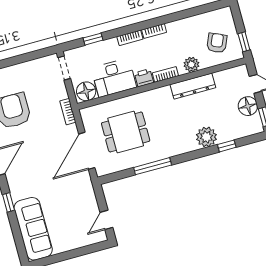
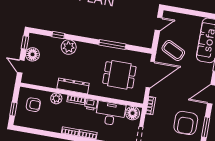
window: (244, 42) -> (13, 109), moved
armchair: (217, 43) -> (33, 105), turned -114
dresser: (193, 86) -> (73, 86), moved
coffee table: (72, 195) -> (173, 51), added

